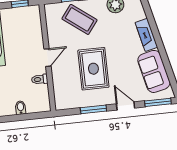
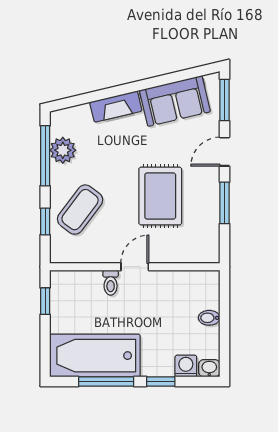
door: (47, 58) -> (135, 267), hinge flipped
rug: (93, 69) -> (160, 196), turned 90
toilet: (40, 79) -> (111, 283), moved

